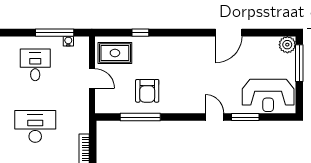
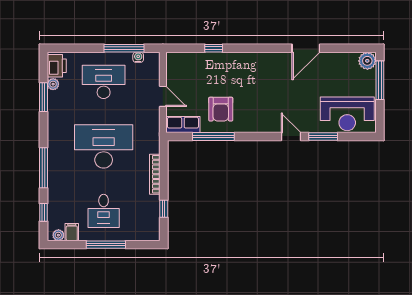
rug: (115, 53) -> (187, 70), removed
desk: (35, 65) -> (104, 82), width x1.37
row of seats: (111, 106) -> (183, 125), added
desk: (35, 126) -> (104, 146), width x1.36, depth x1.30

